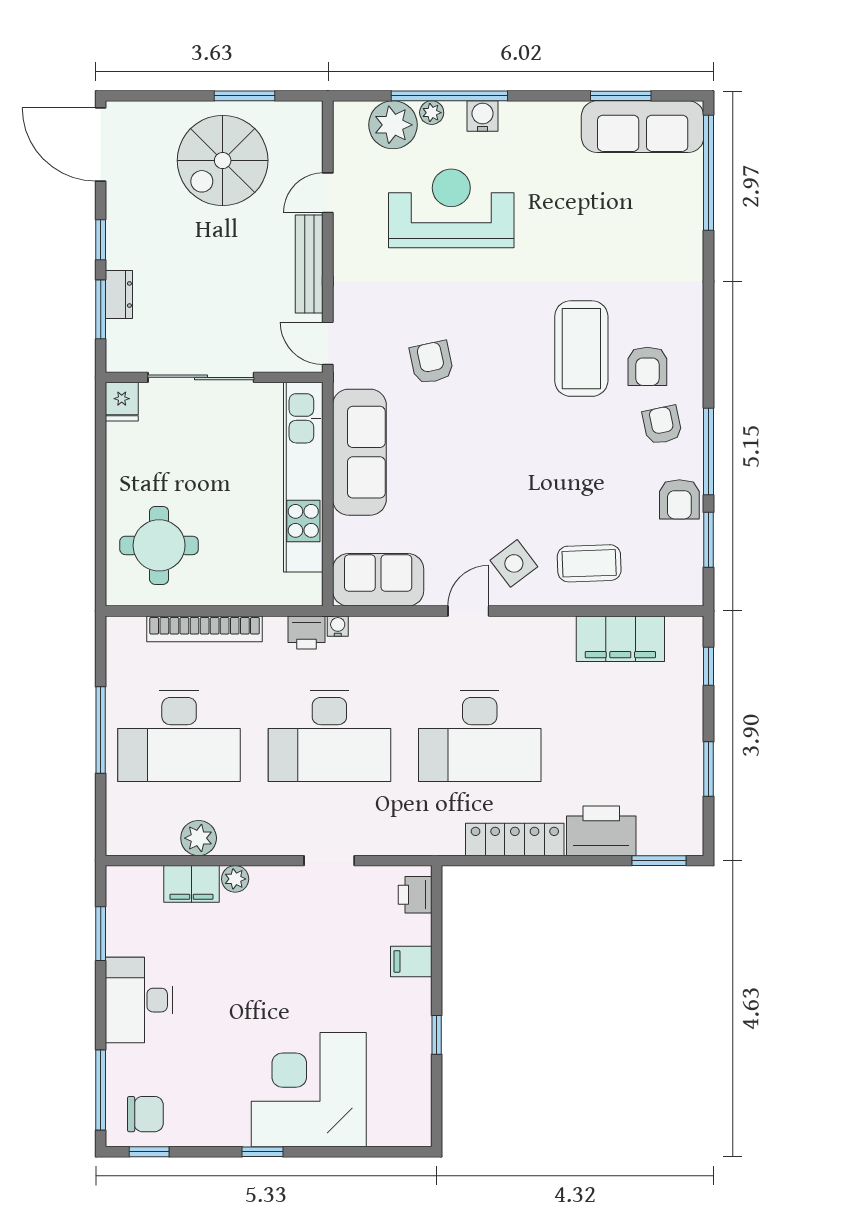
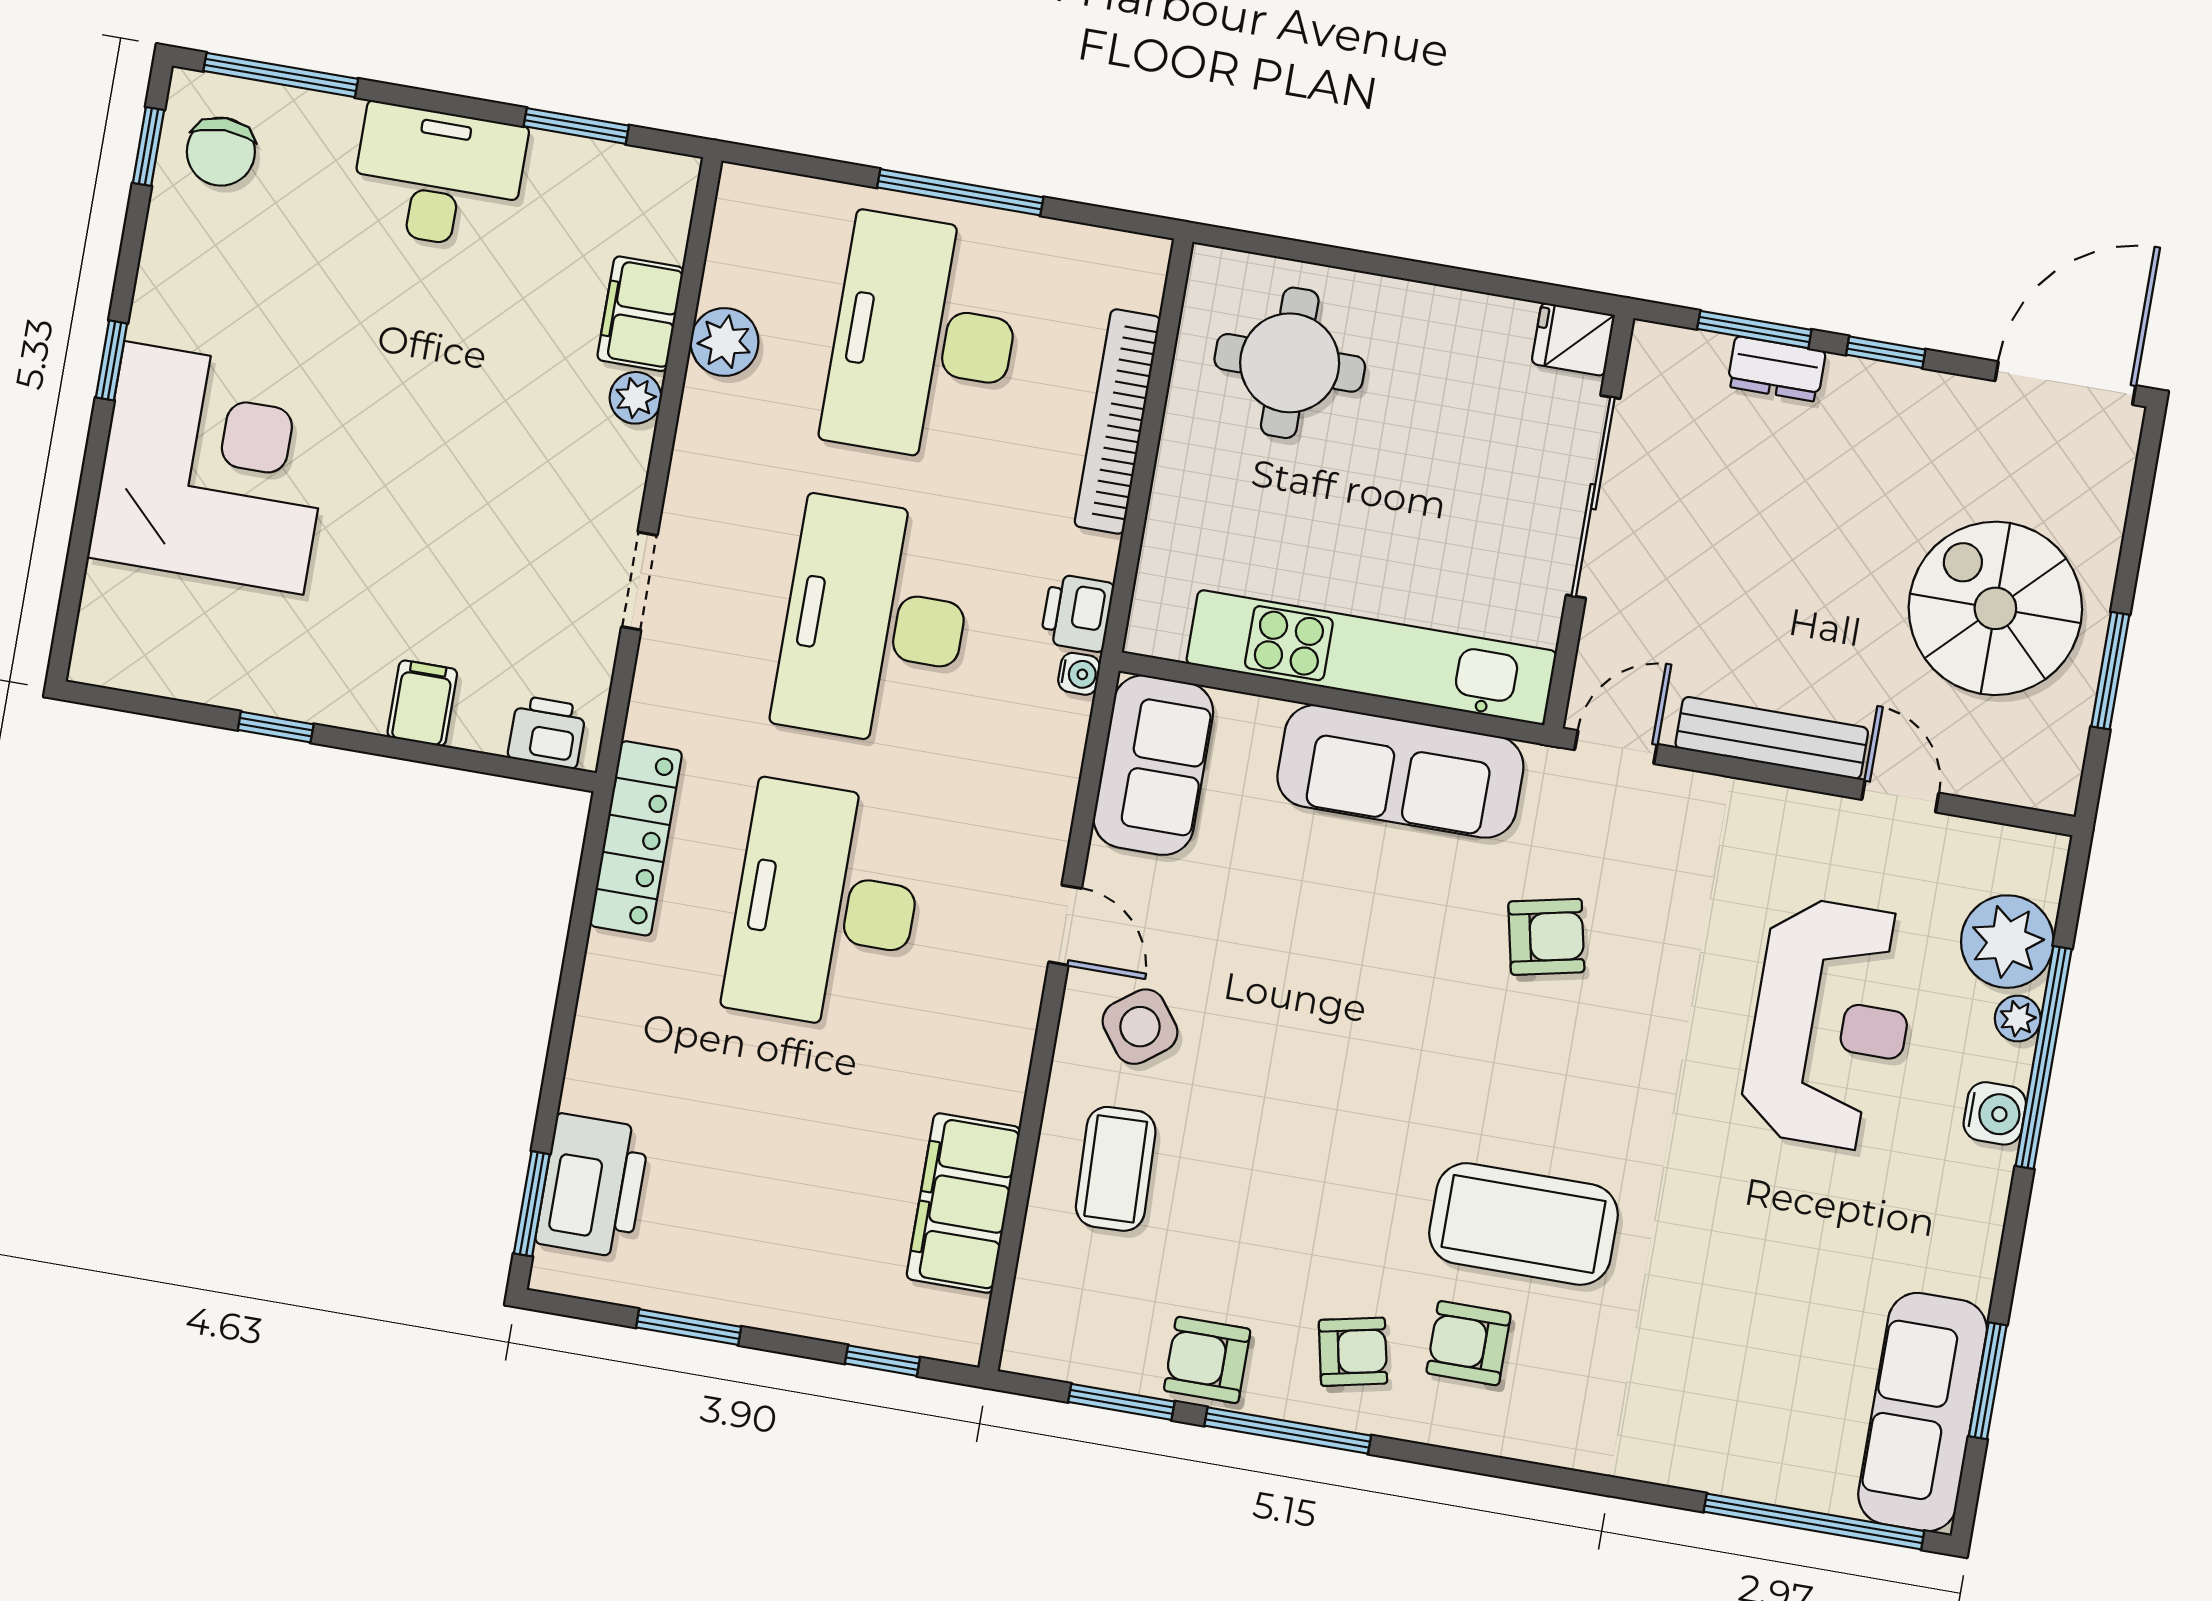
printer: (601, 831) -> (593, 1186), moved
locker: (515, 840) -> (636, 838), moved

